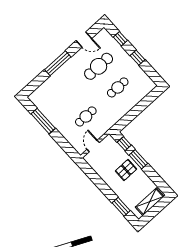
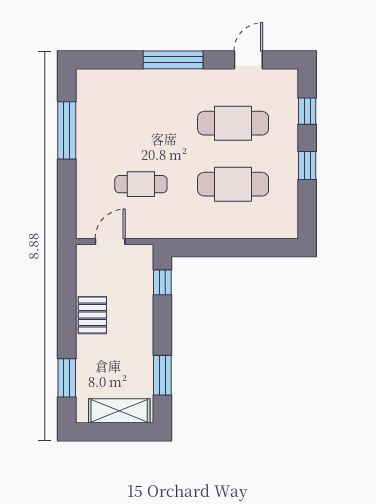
door: (84, 40) -> (248, 60), swing flipped
cafe table: (118, 87) -> (233, 184), width x1.37, depth x1.35
window: (138, 159) -> (162, 375), moved
pallet: (126, 170) -> (92, 315), moved, turned 90

